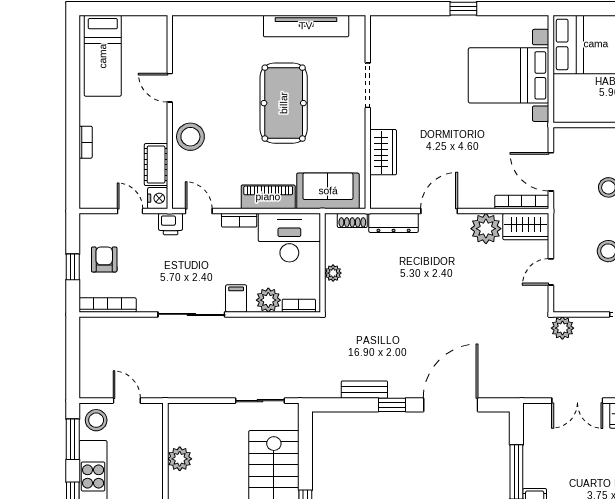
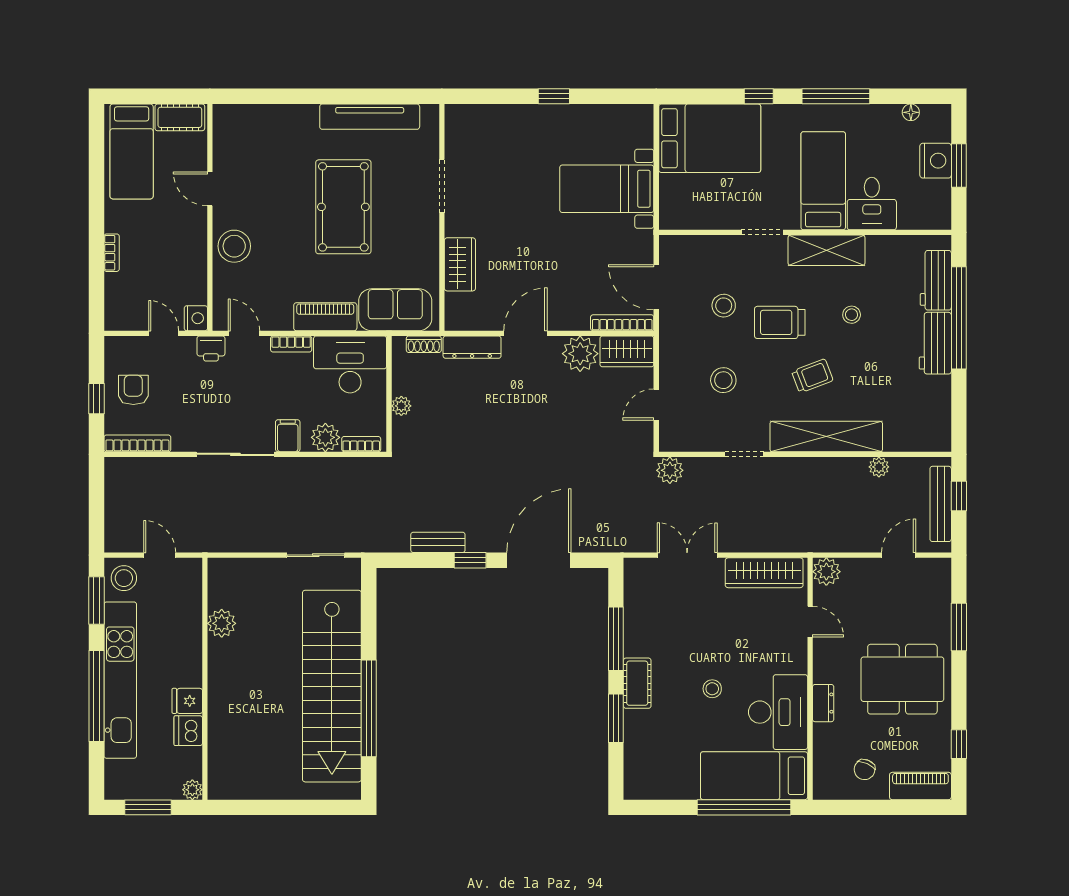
bed with nightstands: (509, 75) -> (607, 189), width x0.73
cot: (156, 165) -> (180, 117), moved, turned 90
double door: (577, 401) -> (687, 555), swing flipped

